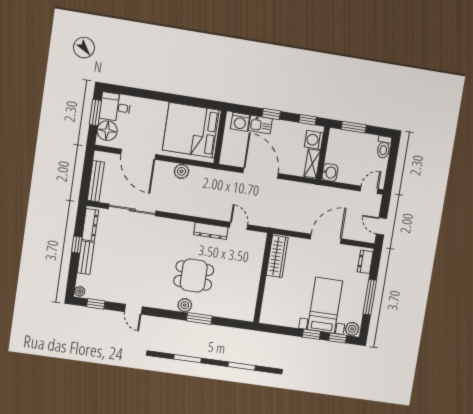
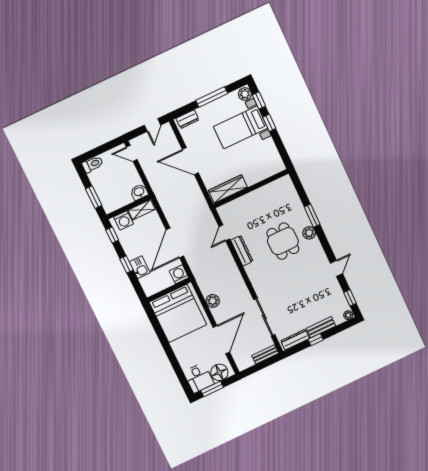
washing machine: (240, 122) -> (179, 274), moved, turned -90
bench: (96, 181) -> (265, 354), width x0.73

